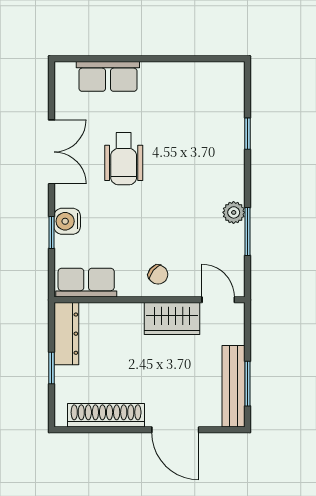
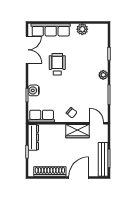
plant: (184, 75) -> (82, 29), added
row of seats: (108, 76) -> (51, 30), width x1.48
double door: (51, 152) -> (27, 50), moved
wheelchair: (124, 159) -> (57, 64), turned 180
plant: (234, 212) -> (103, 75), moved
door: (175, 430) -> (79, 178), swing flipped

